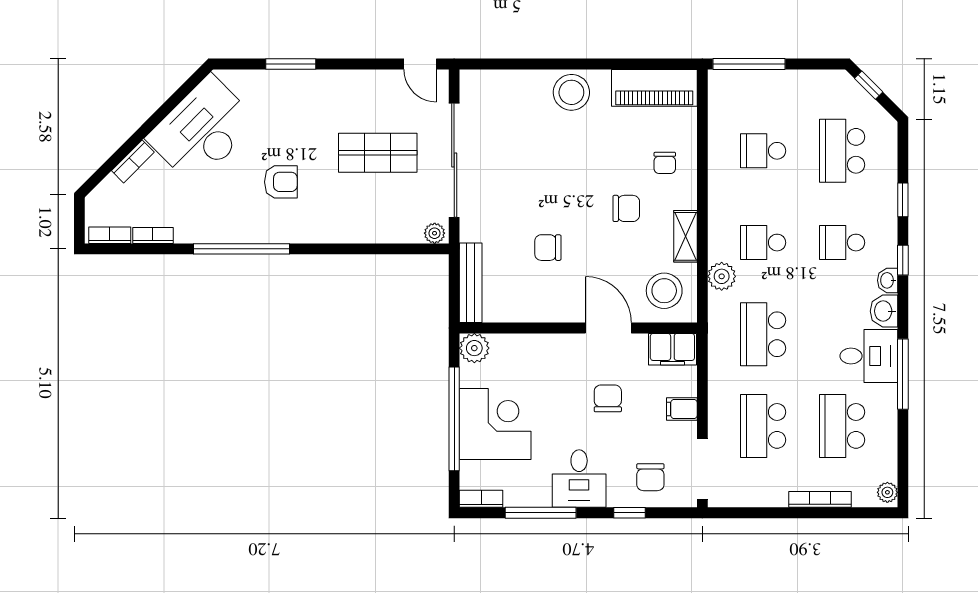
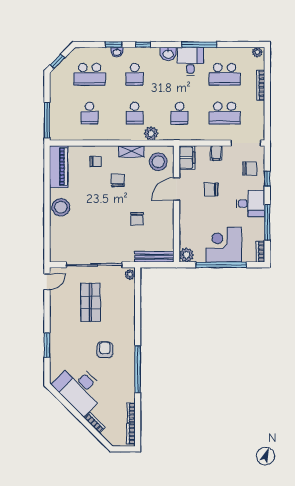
washbasin: (888, 280) -> (117, 52), moved
school desk: (763, 334) -> (180, 113), width x0.54

